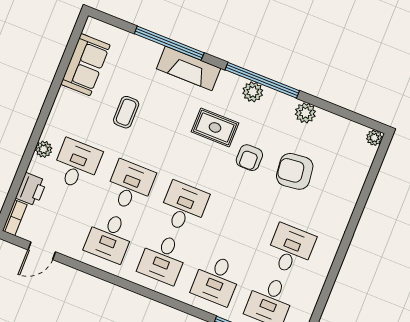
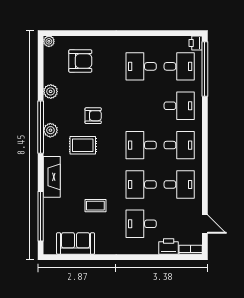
window: (169, 43) -> (41, 216), moved
rug: (215, 127) -> (83, 145), turned 90
plant: (44, 149) -> (140, 249), removed
armchair: (295, 171) -> (80, 61), moved, turned -83

